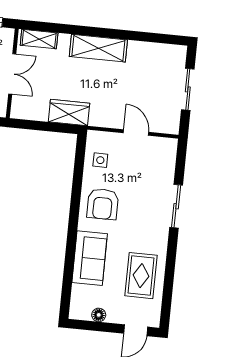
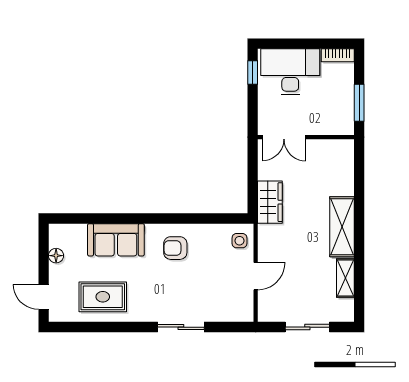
shelving: (39, 39) -> (345, 278), moved
double door: (12, 74) -> (284, 137), moved
side table: (100, 160) -> (239, 241), moved
armchair: (103, 204) -> (175, 248), width x0.72, depth x0.72

